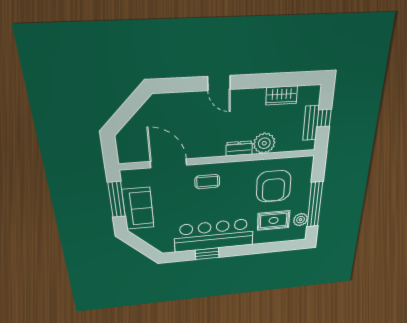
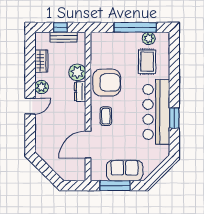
plant: (246, 98) -> (42, 87), added
armchair: (274, 186) -> (107, 82), moved

